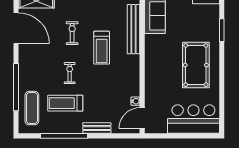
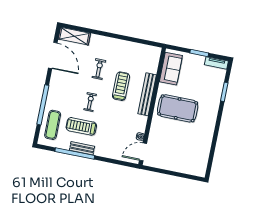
bench: (134, 29) -> (147, 94), moved
treadmill: (102, 48) -> (121, 86), turned 180
pool table: (196, 65) -> (178, 108), moved, turned 90
bar counter: (193, 119) -> (186, 161), removed
bench: (97, 128) -> (82, 148), moved

